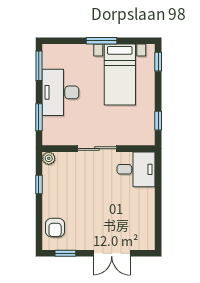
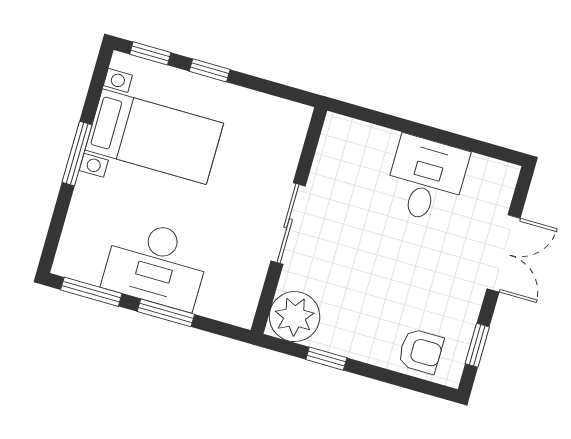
window: (39, 117) -> (166, 313), moved
window: (158, 121) -> (210, 70), moved
plant: (49, 158) -> (295, 317), width x1.88, depth x1.88
desk: (136, 169) -> (426, 179), moved

